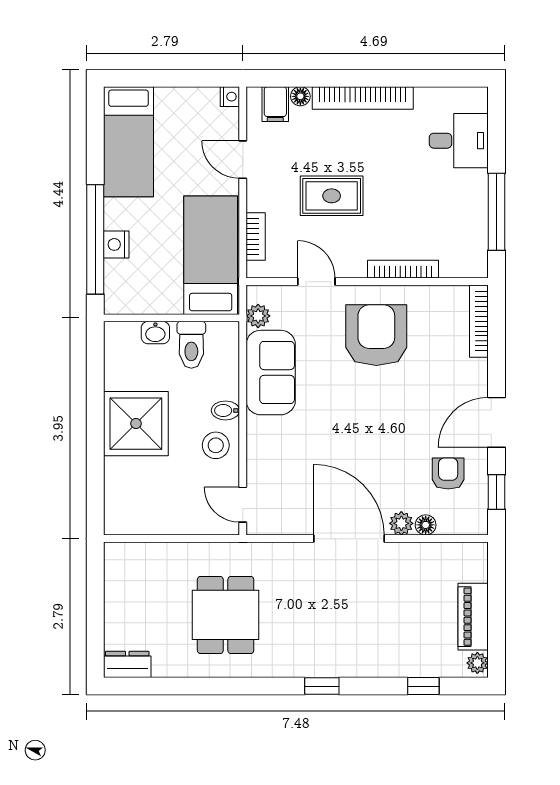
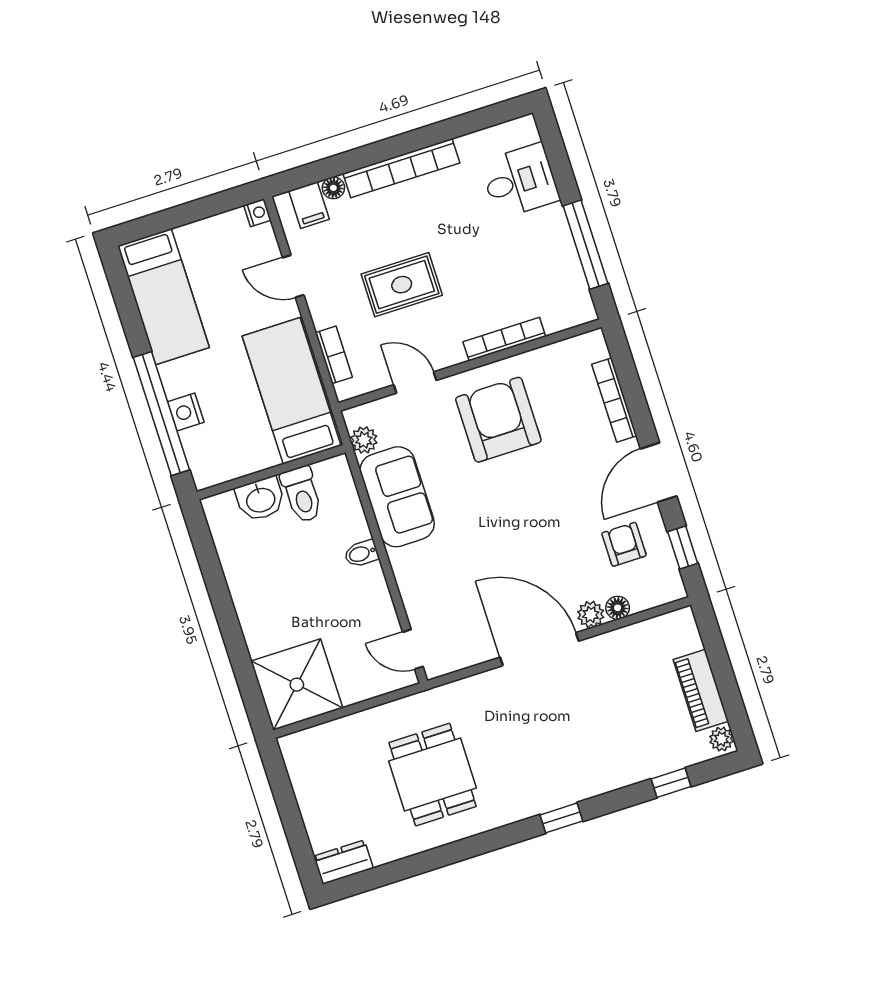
bookcase: (479, 321) -> (614, 400), moved
washbasin: (155, 333) -> (260, 499), width x1.38, depth x1.45
shower: (136, 424) -> (297, 685), moved
stool: (216, 445) -> (363, 595), removed

